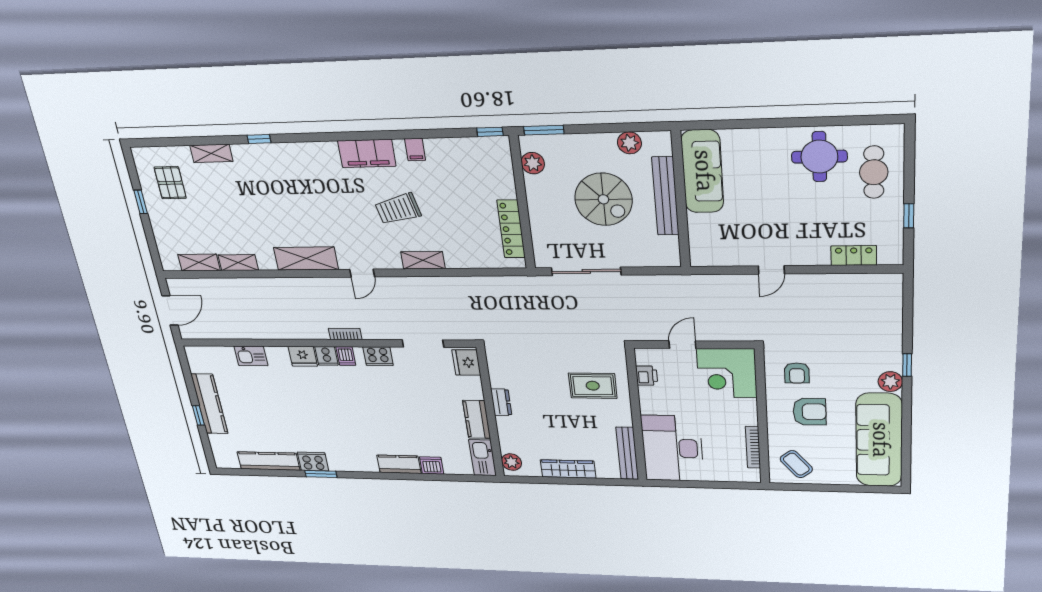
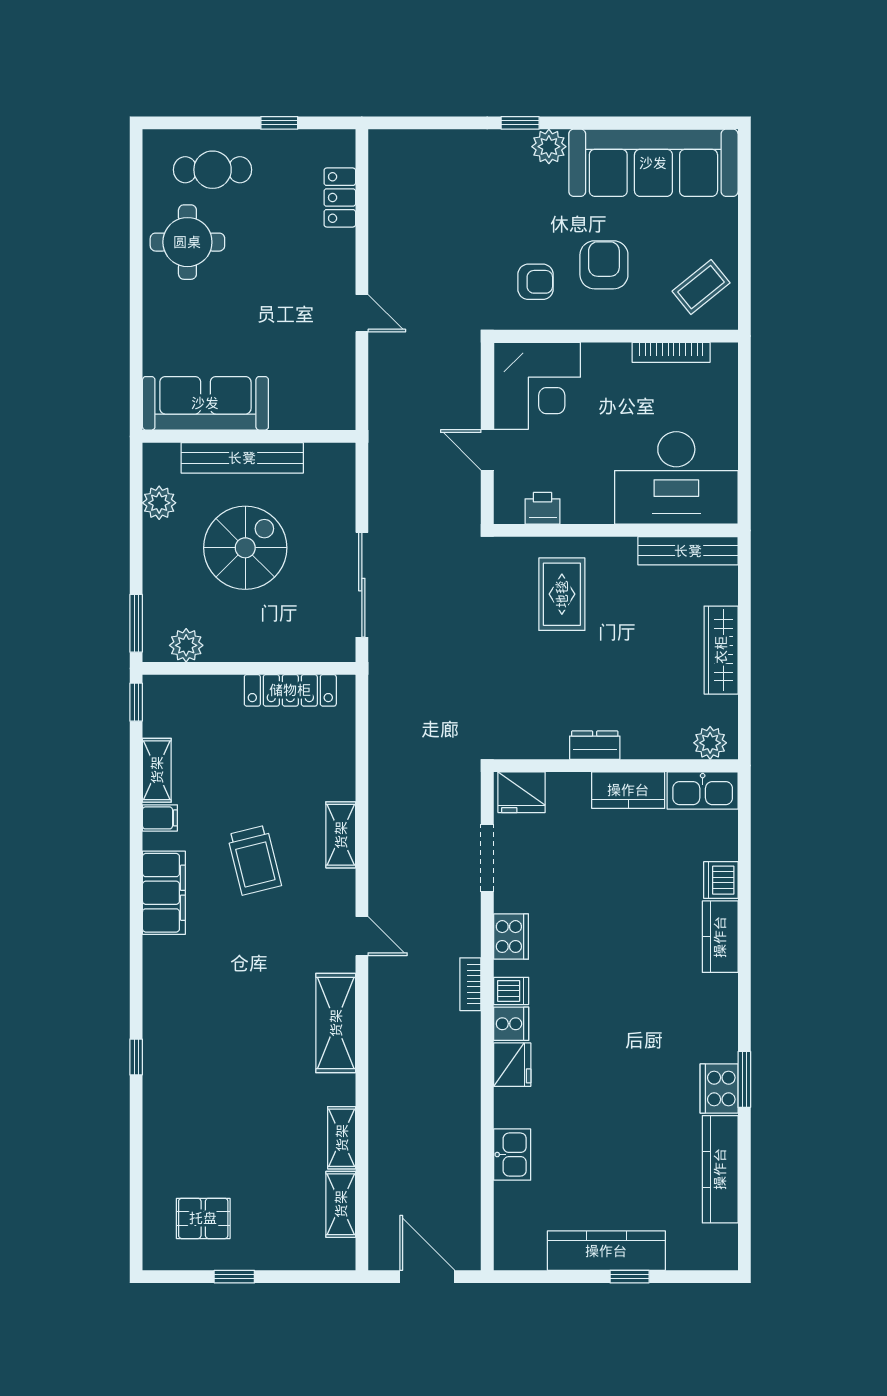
shelving: (211, 153) -> (157, 770), moved

